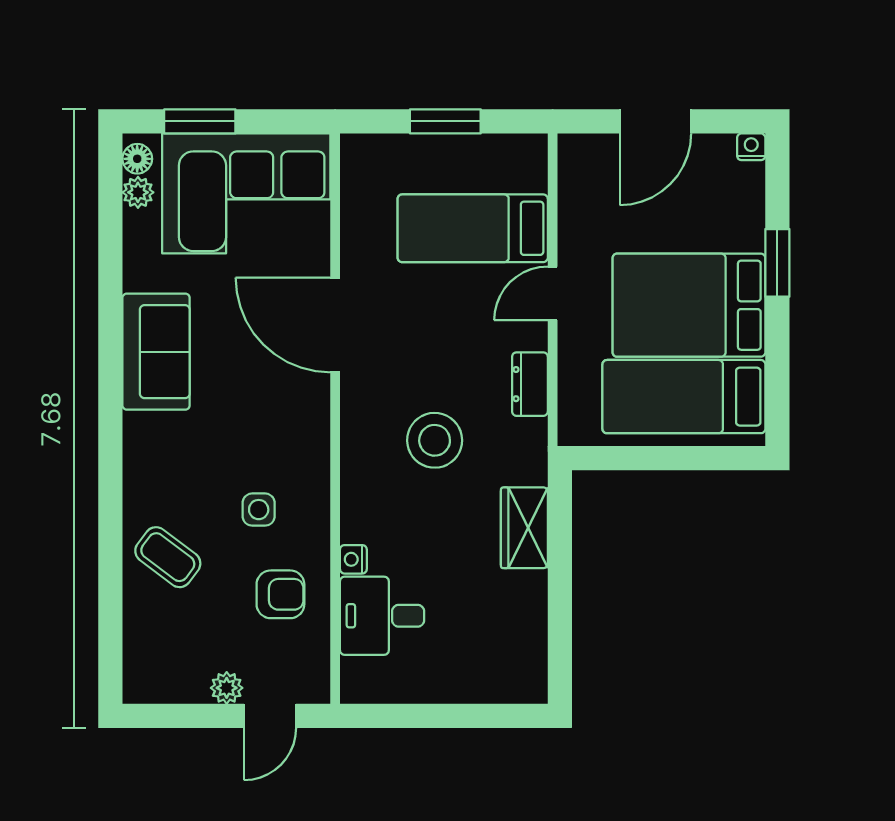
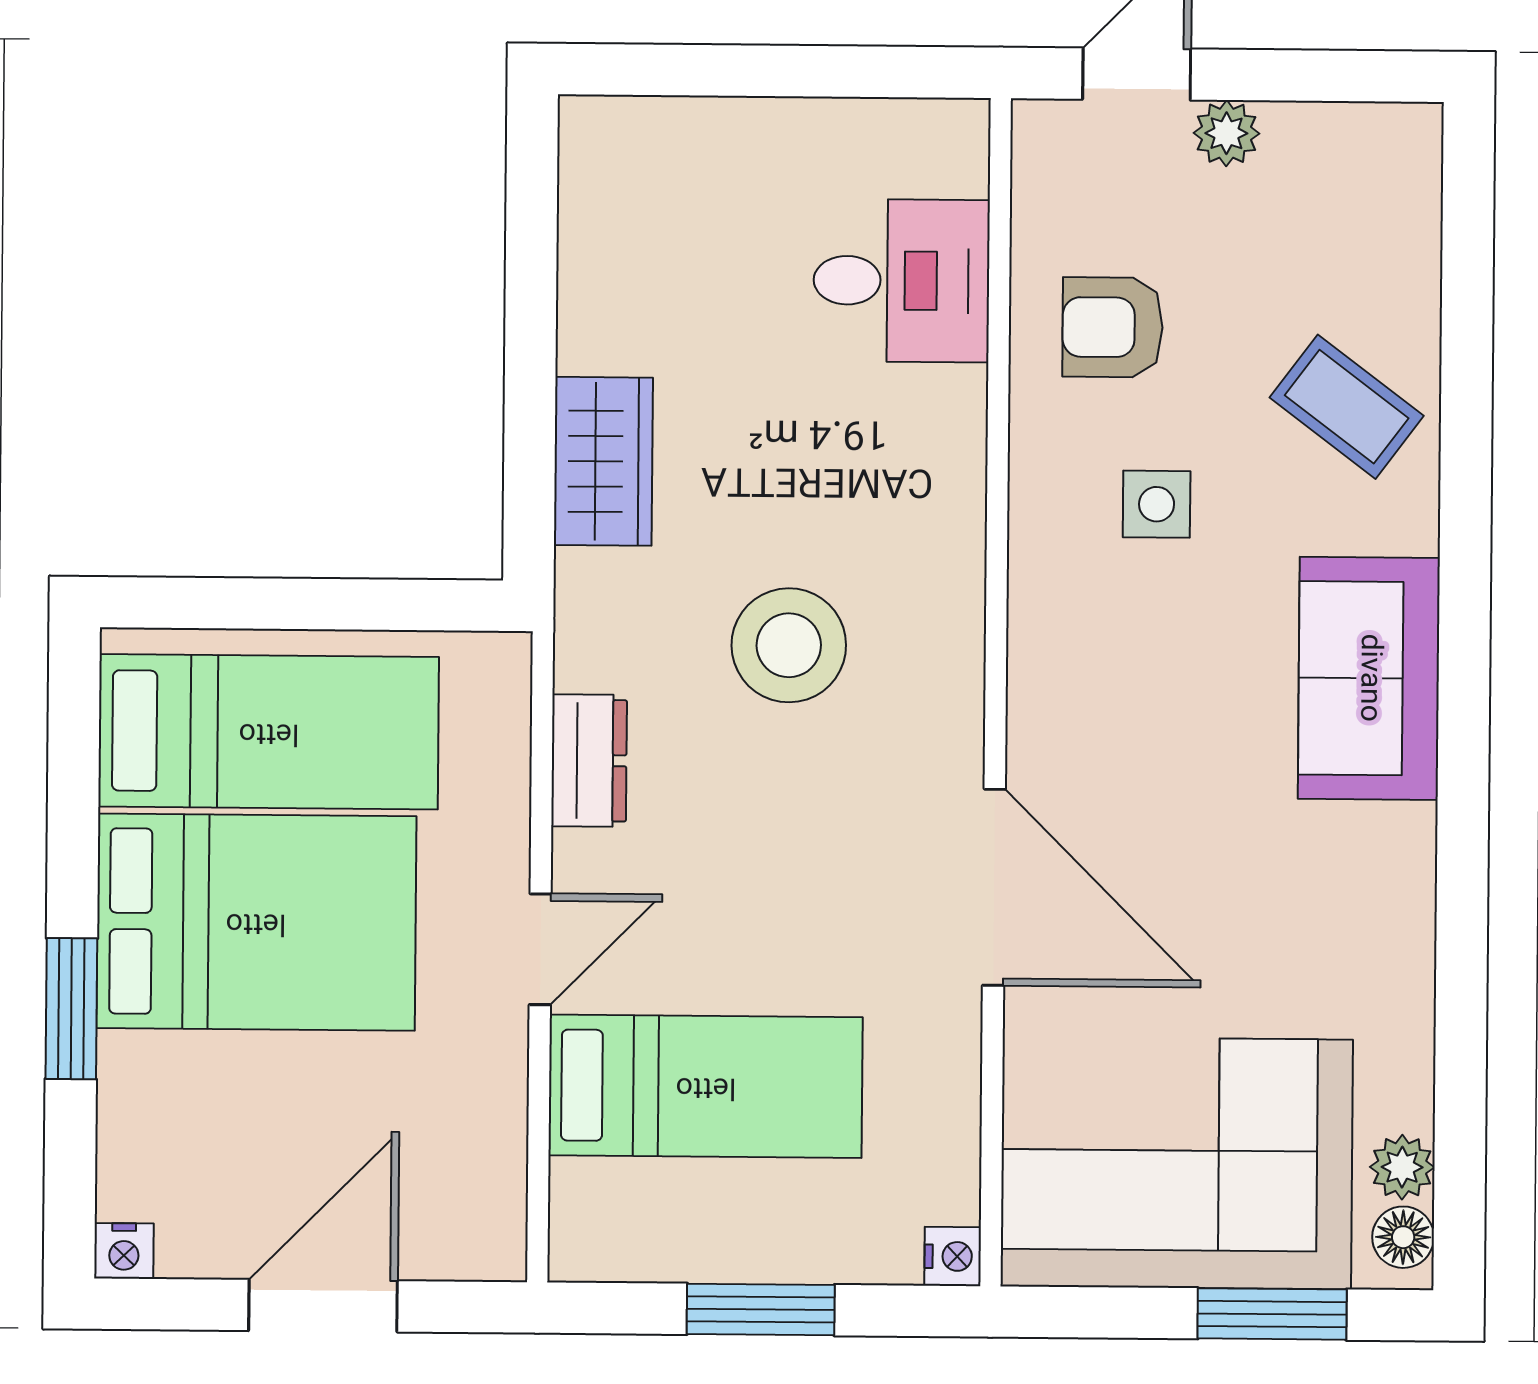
sofa: (156, 352) -> (1369, 678), moved
nightstand: (353, 559) -> (953, 1256), moved

